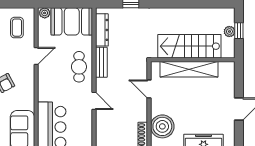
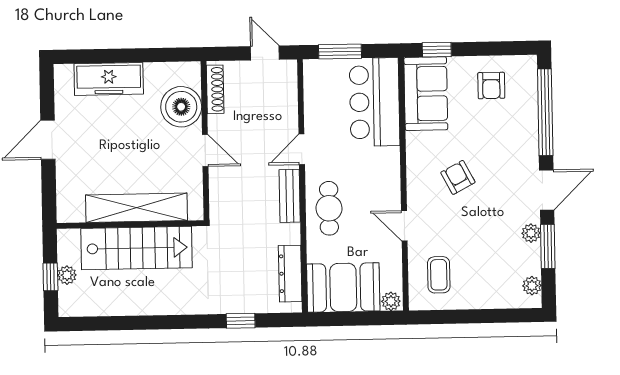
door: (36, 56) -> (404, 226), hinge flipped
bench: (101, 62) -> (290, 196), moved
door: (149, 89) -> (205, 151), moved
door: (94, 101) -> (302, 149), hinge flipped

